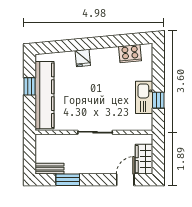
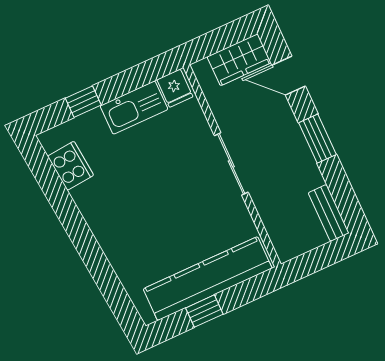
fridge: (83, 58) -> (175, 88), moved, turned 95
window: (158, 100) -> (83, 102), moved
window: (68, 180) -> (317, 139), moved

